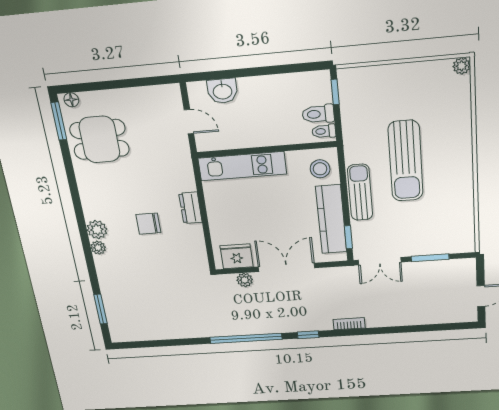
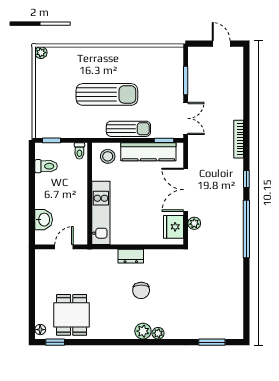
toilet: (318, 114) -> (46, 166), moved, turned -90
window: (59, 121) -> (55, 342), width x0.67
sun lounger: (360, 192) -> (128, 129), turned 180
bookcase: (349, 324) -> (239, 139), width x1.56

